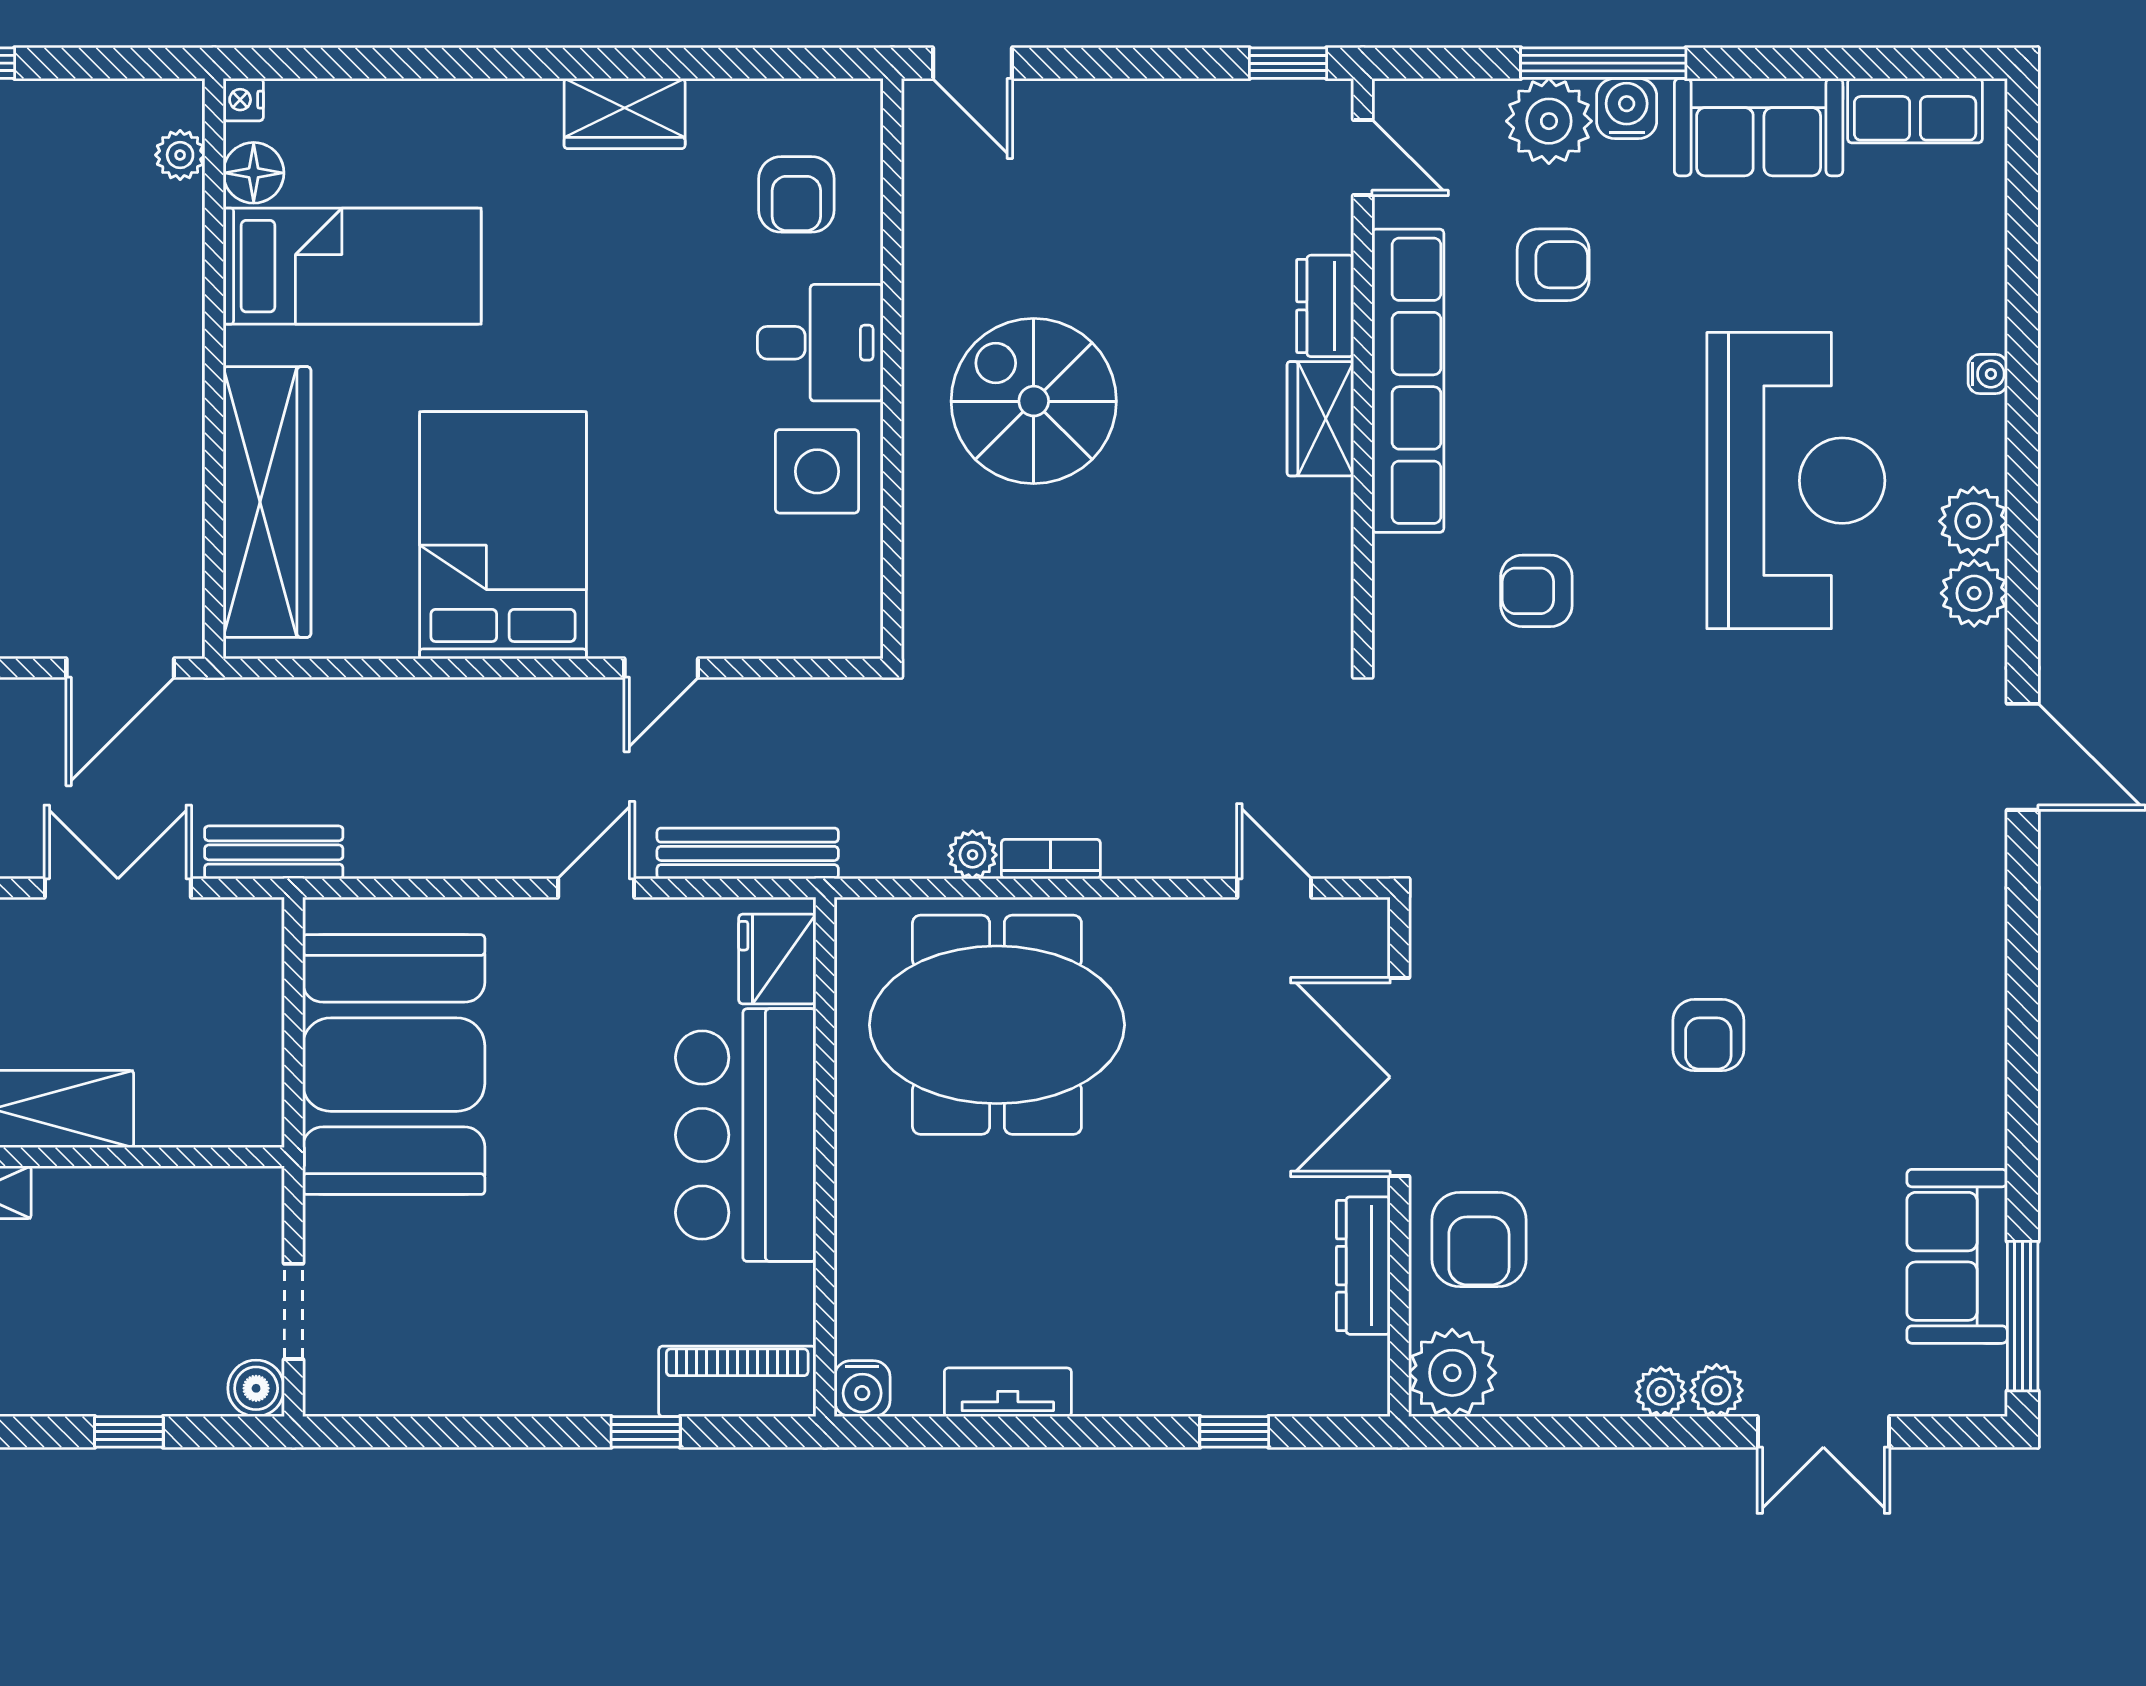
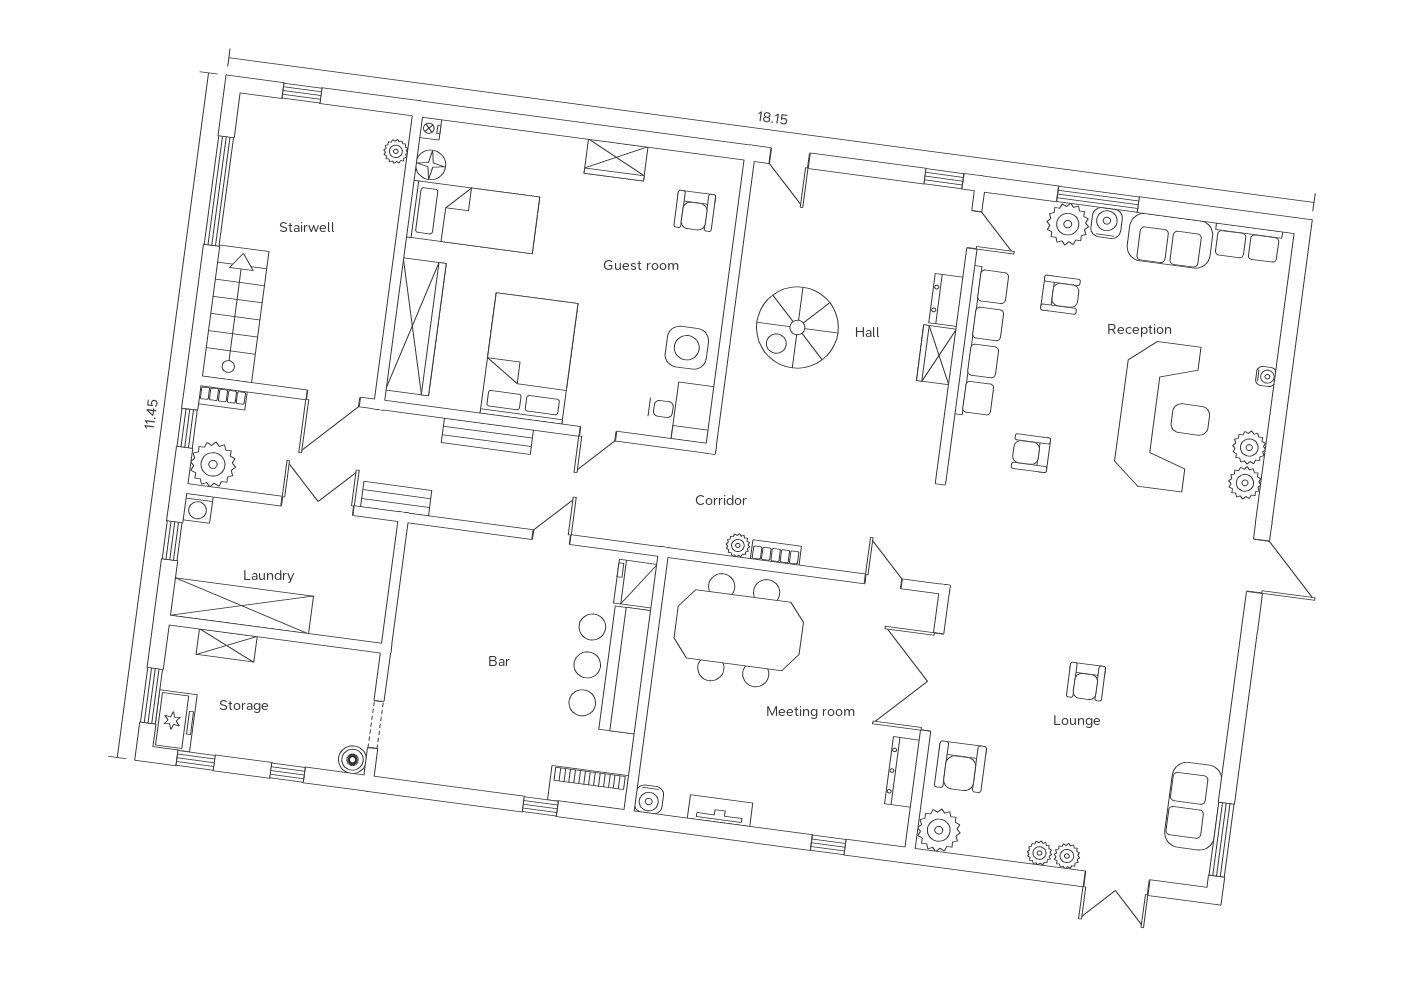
desk: (820, 343) -> (680, 411), moved
spiral stairs: (1034, 401) -> (797, 327), turned -90
bench: (748, 853) -> (487, 436), moved
booth: (394, 1065) -> (441, 610), removed

